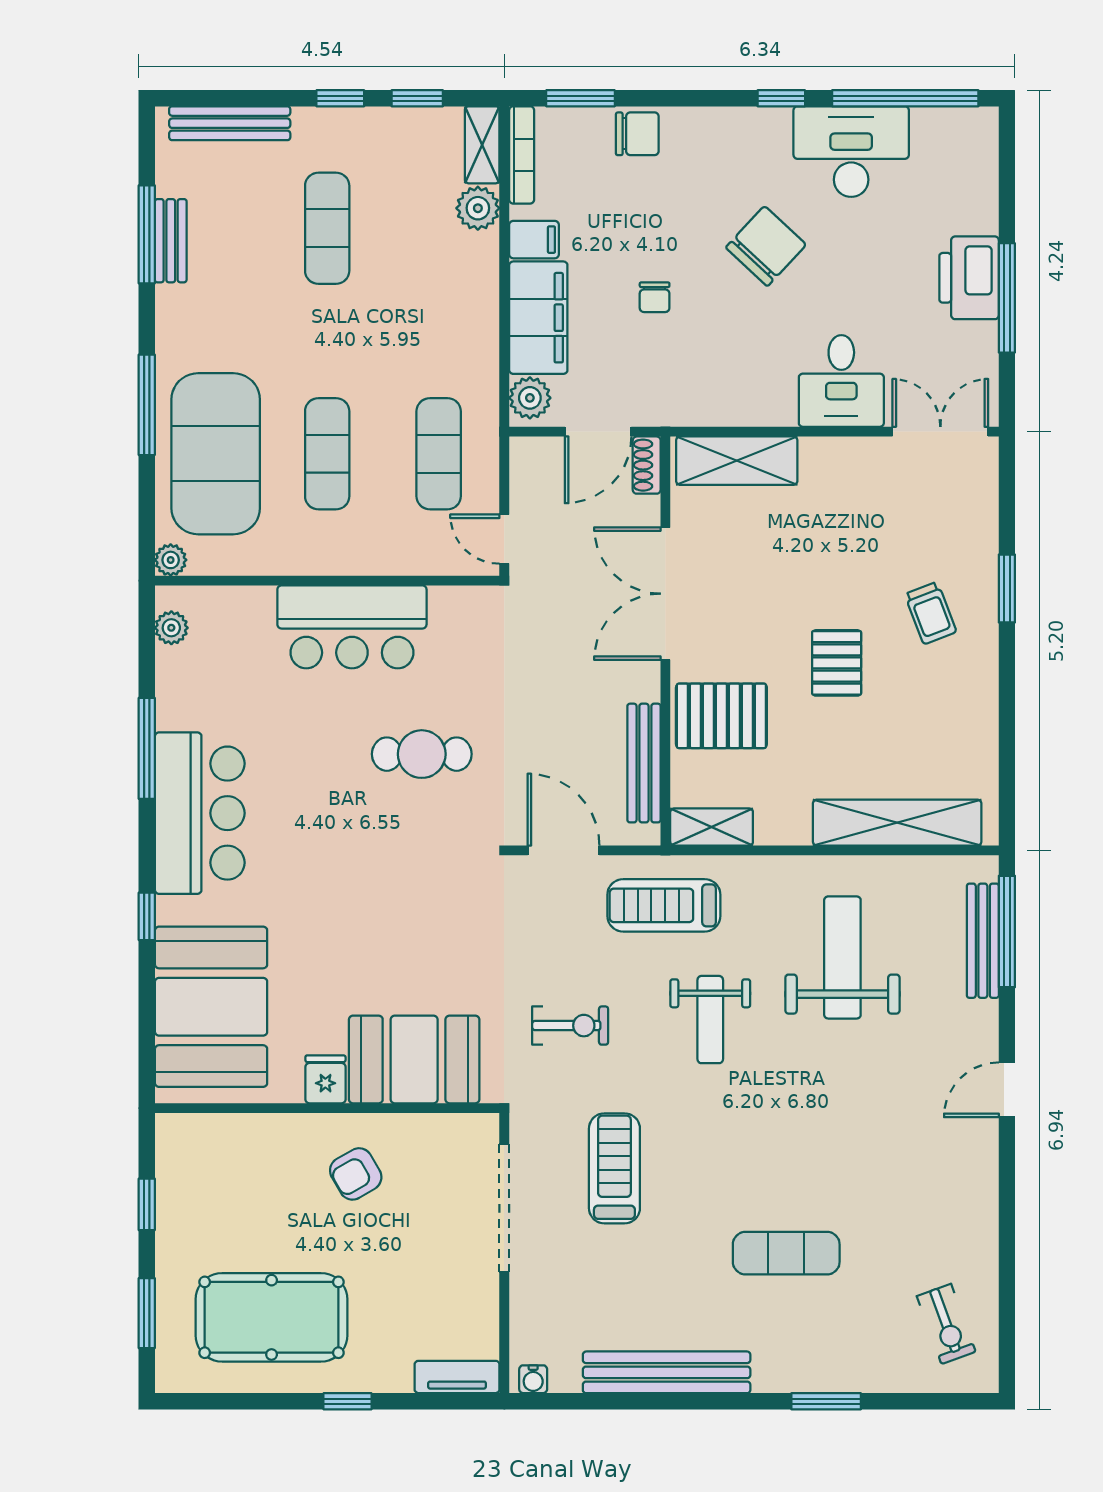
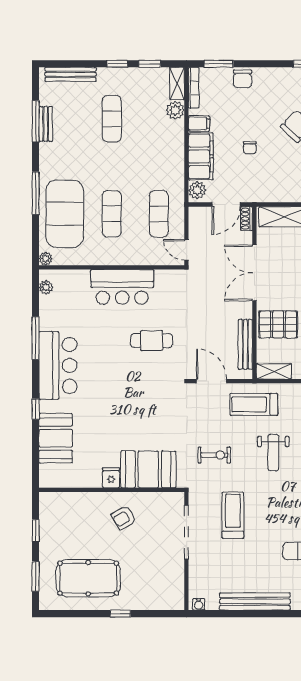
chair: (637, 134) -> (243, 79), turned 90
booth: (211, 1007) -> (56, 438), width x0.73, depth x0.70
tv unit: (457, 1377) -> (166, 603), removed

